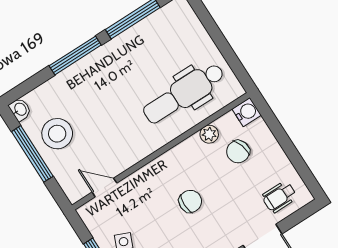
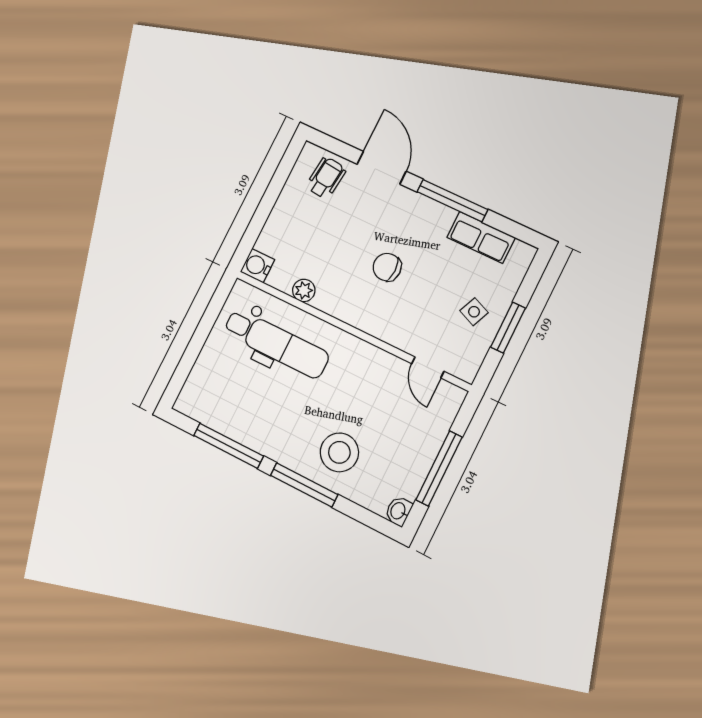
stool: (57, 134) -> (339, 452), moved
chair: (238, 152) -> (304, 249), removed
wheelchair: (279, 197) -> (326, 178), turned -84

